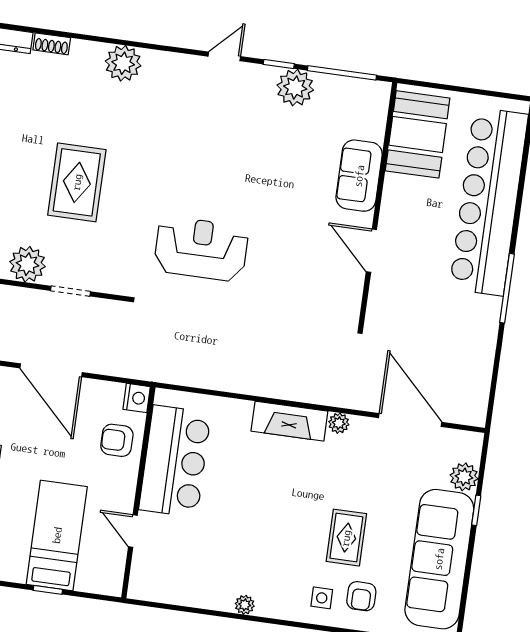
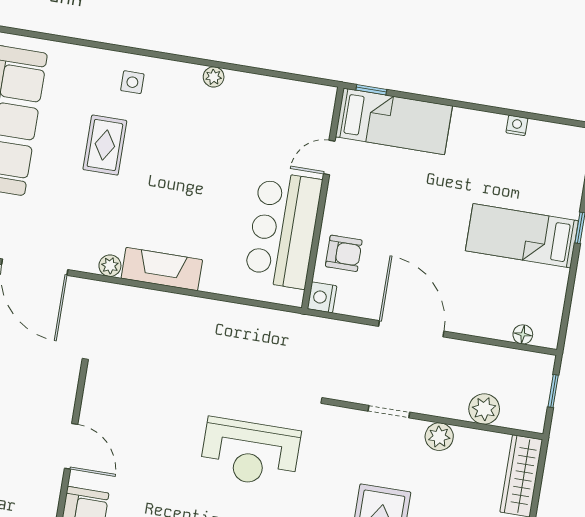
plant: (27, 264) -> (439, 437), width x0.73, depth x0.73
door: (133, 531) -> (329, 157), swing flipped
bed: (57, 535) -> (394, 121), moved, turned -90
window: (48, 590) -> (371, 90), moved
armchair: (361, 596) -> (91, 83), removed

